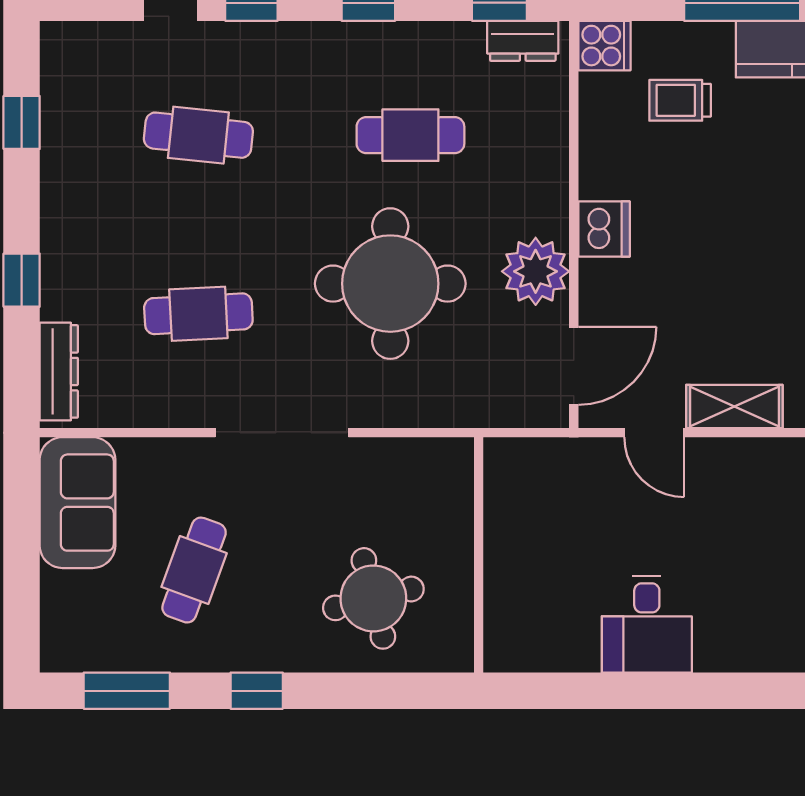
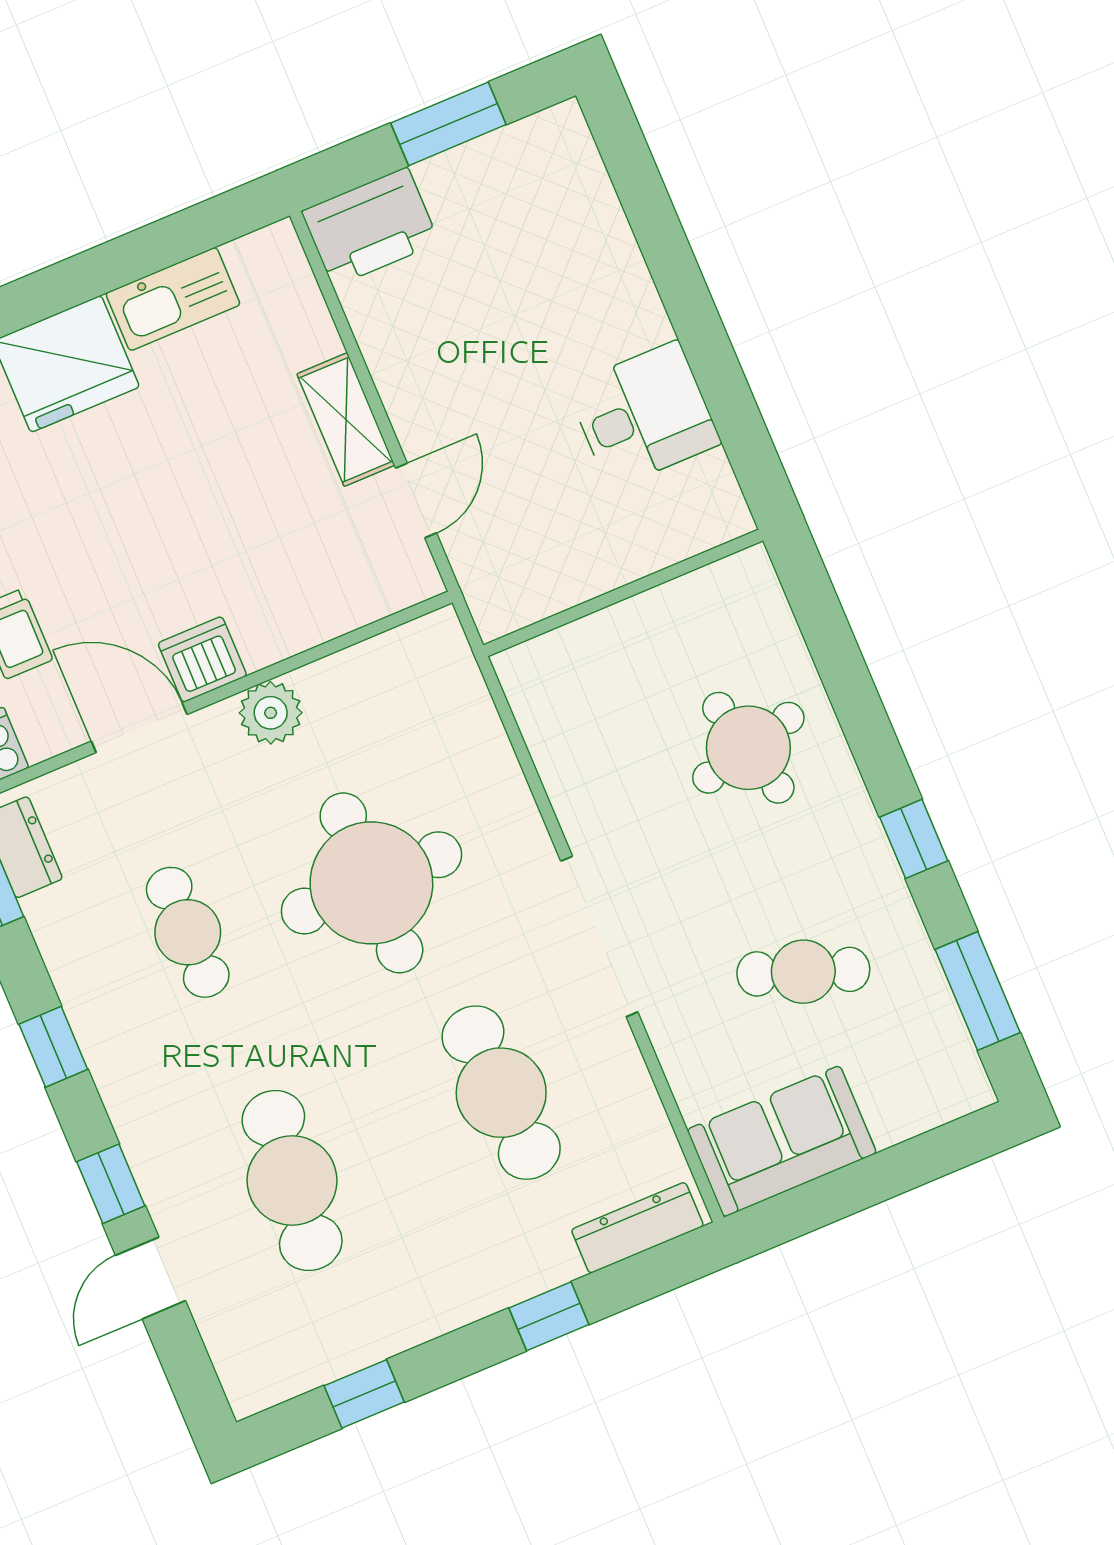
cafe table: (198, 135) -> (292, 1181), width x1.37, depth x1.35
plant: (536, 271) -> (271, 713), width x0.73, depth x0.73
cafe table: (198, 314) -> (501, 1093), width x1.37, depth x1.35
door: (574, 366) -> (139, 728), moved
wall: (479, 555) -> (623, 593), moved

